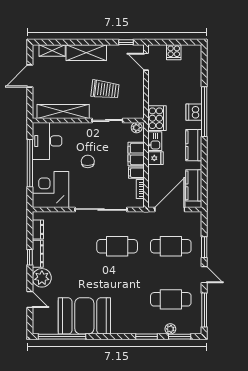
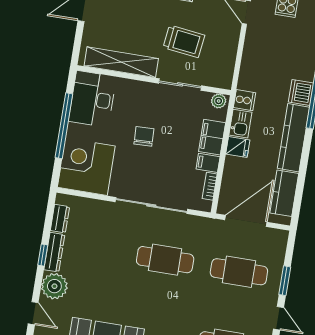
cooker: (157, 118) -> (244, 100), width x0.53, depth x0.76
kitchen counter: (194, 145) -> (293, 138), width x1.50

